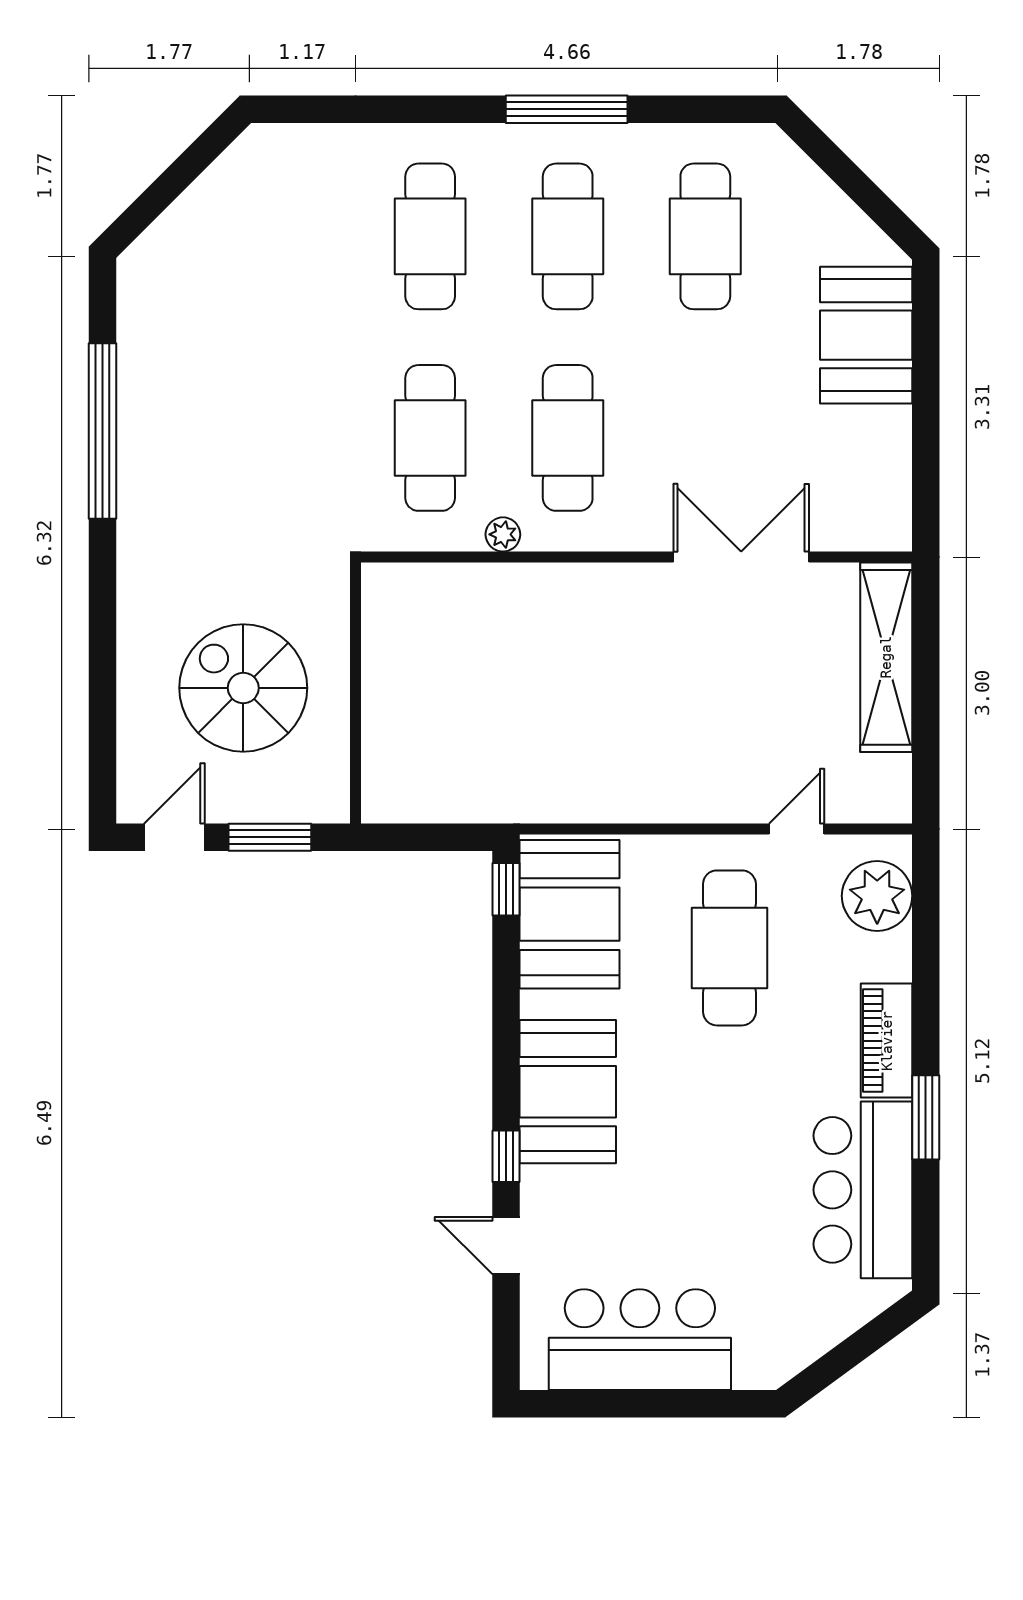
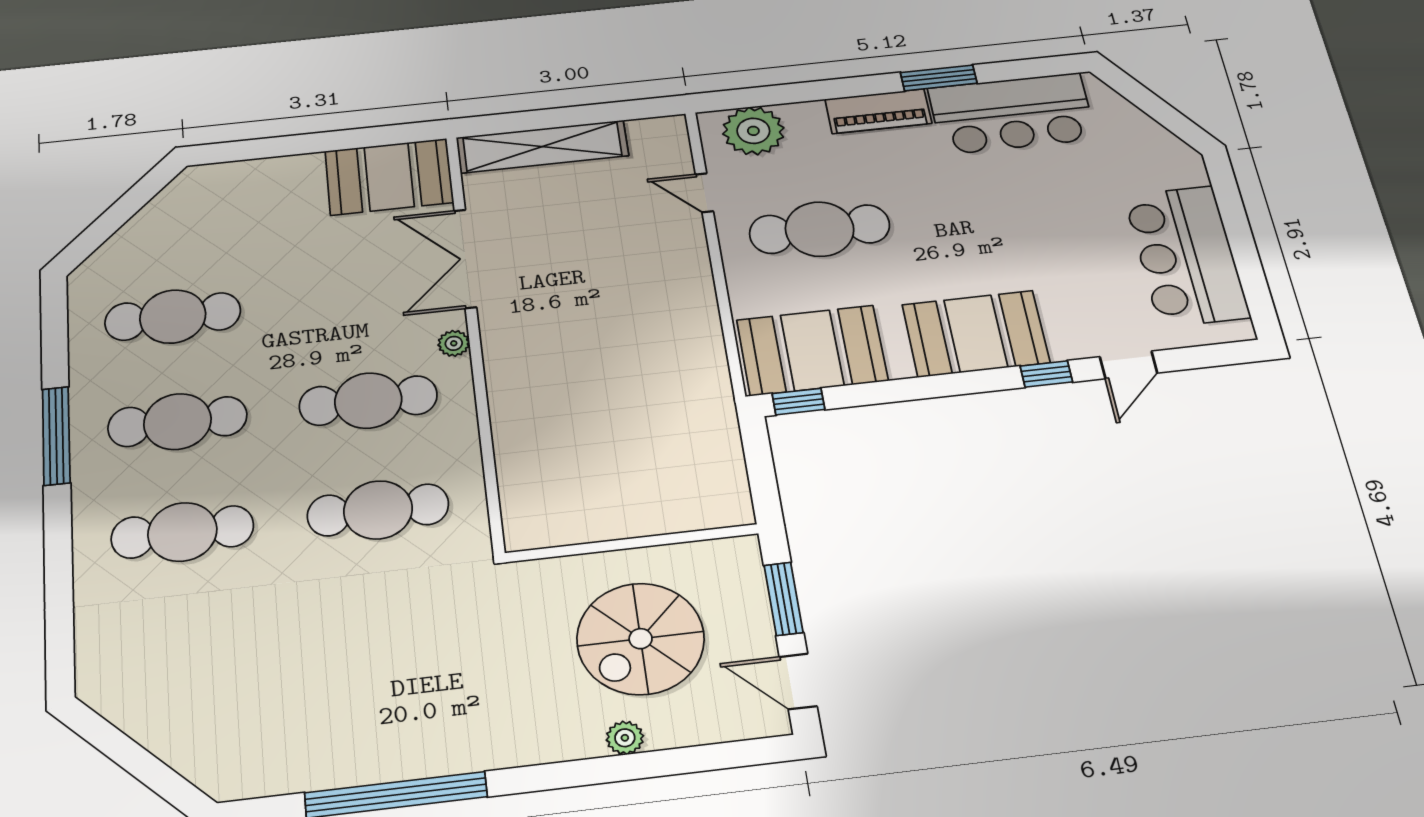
booth: (866, 335) -> (389, 177), moved
plant: (503, 534) -> (454, 343), moved
plant: (135, 659) -> (625, 738), added

